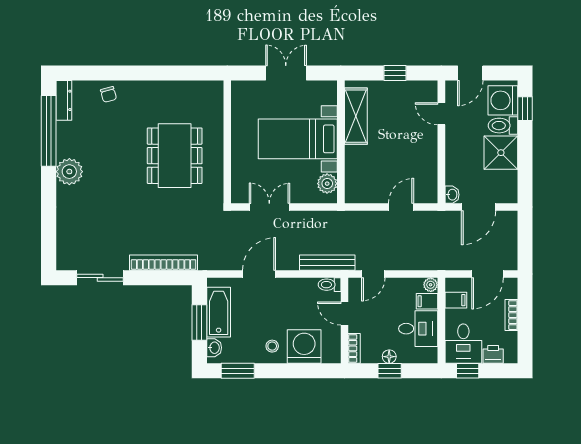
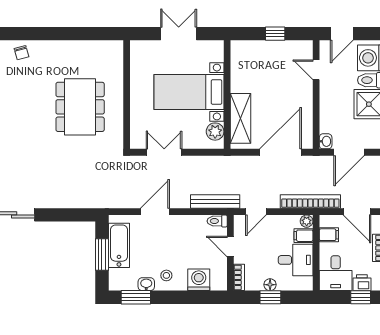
shelving: (356, 116) -> (240, 118), moved
door: (401, 207) -> (281, 152), width x1.88
bookcase: (164, 263) -> (310, 201), moved
door: (488, 274) -> (357, 212), hinge flipped
washing machine: (304, 347) -> (199, 280), width x0.73, depth x0.73
washbasin: (214, 348) -> (146, 284), moved, turned -90
window: (468, 371) -> (361, 297), moved

